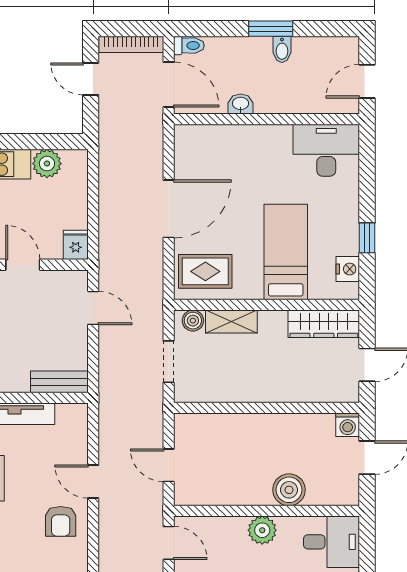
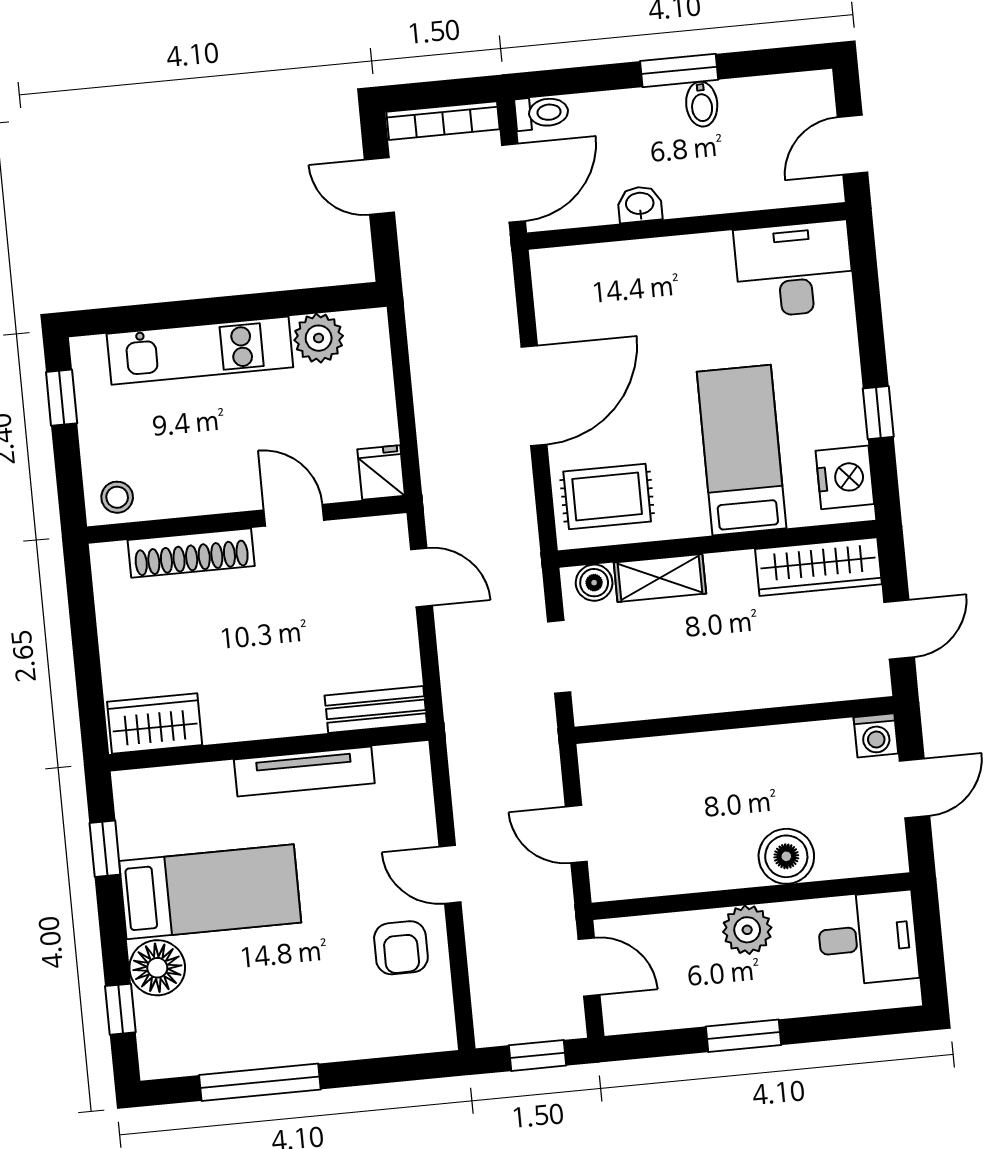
door: (169, 85) -> (514, 183), hinge flipped
nightstand: (348, 269) -> (845, 477), width x1.36, depth x1.33

